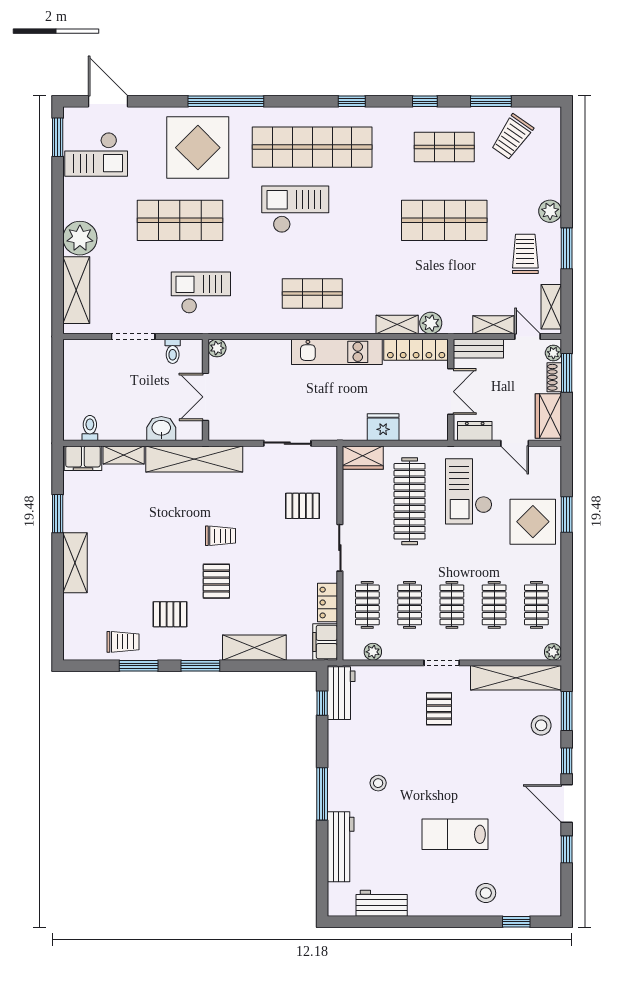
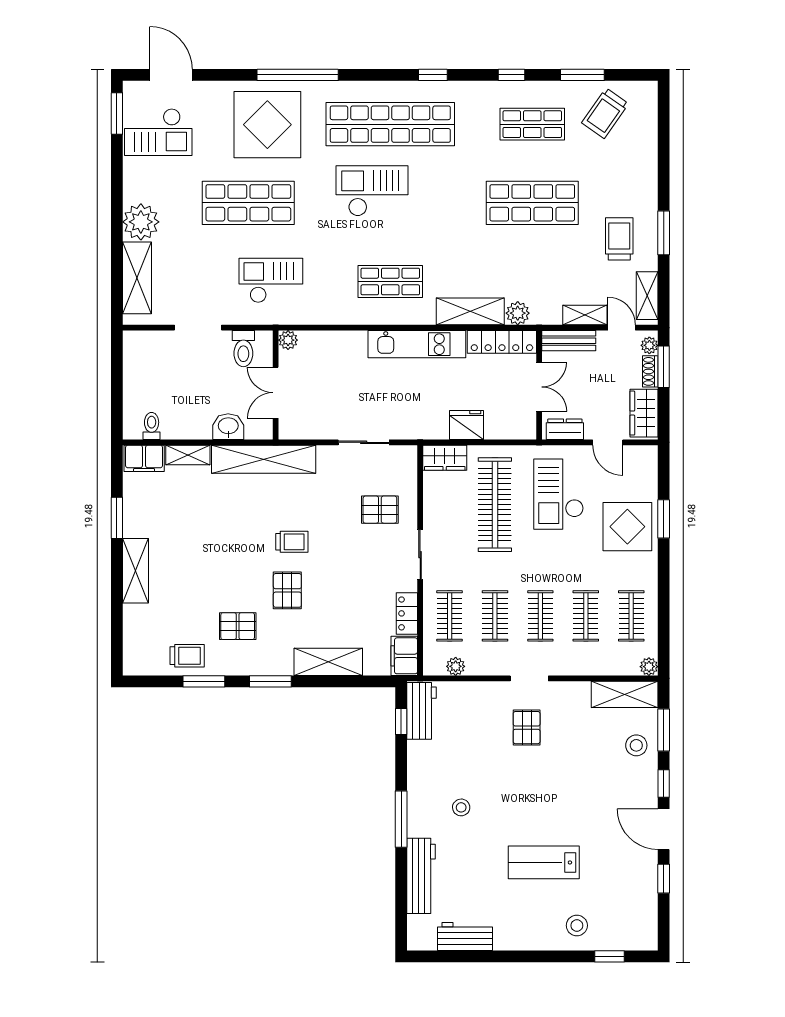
plant: (550, 211) -> (646, 193), removed
shelving: (397, 325) -> (470, 311), width x1.50, depth x1.33
toilet: (173, 351) -> (243, 349), width x1.37, depth x1.39
shelving: (516, 678) -> (625, 694), width x0.68

